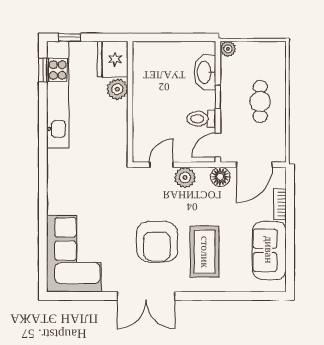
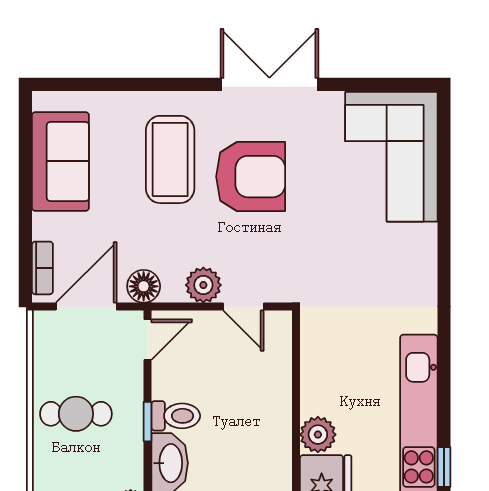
cafe table: (260, 101) -> (76, 414), turned 90
toilet: (201, 119) -> (176, 416), moved
door: (161, 165) -> (243, 307), hinge flipped
bookcase: (280, 204) -> (42, 268), moved
armchair: (157, 242) -> (251, 177), turned 90

